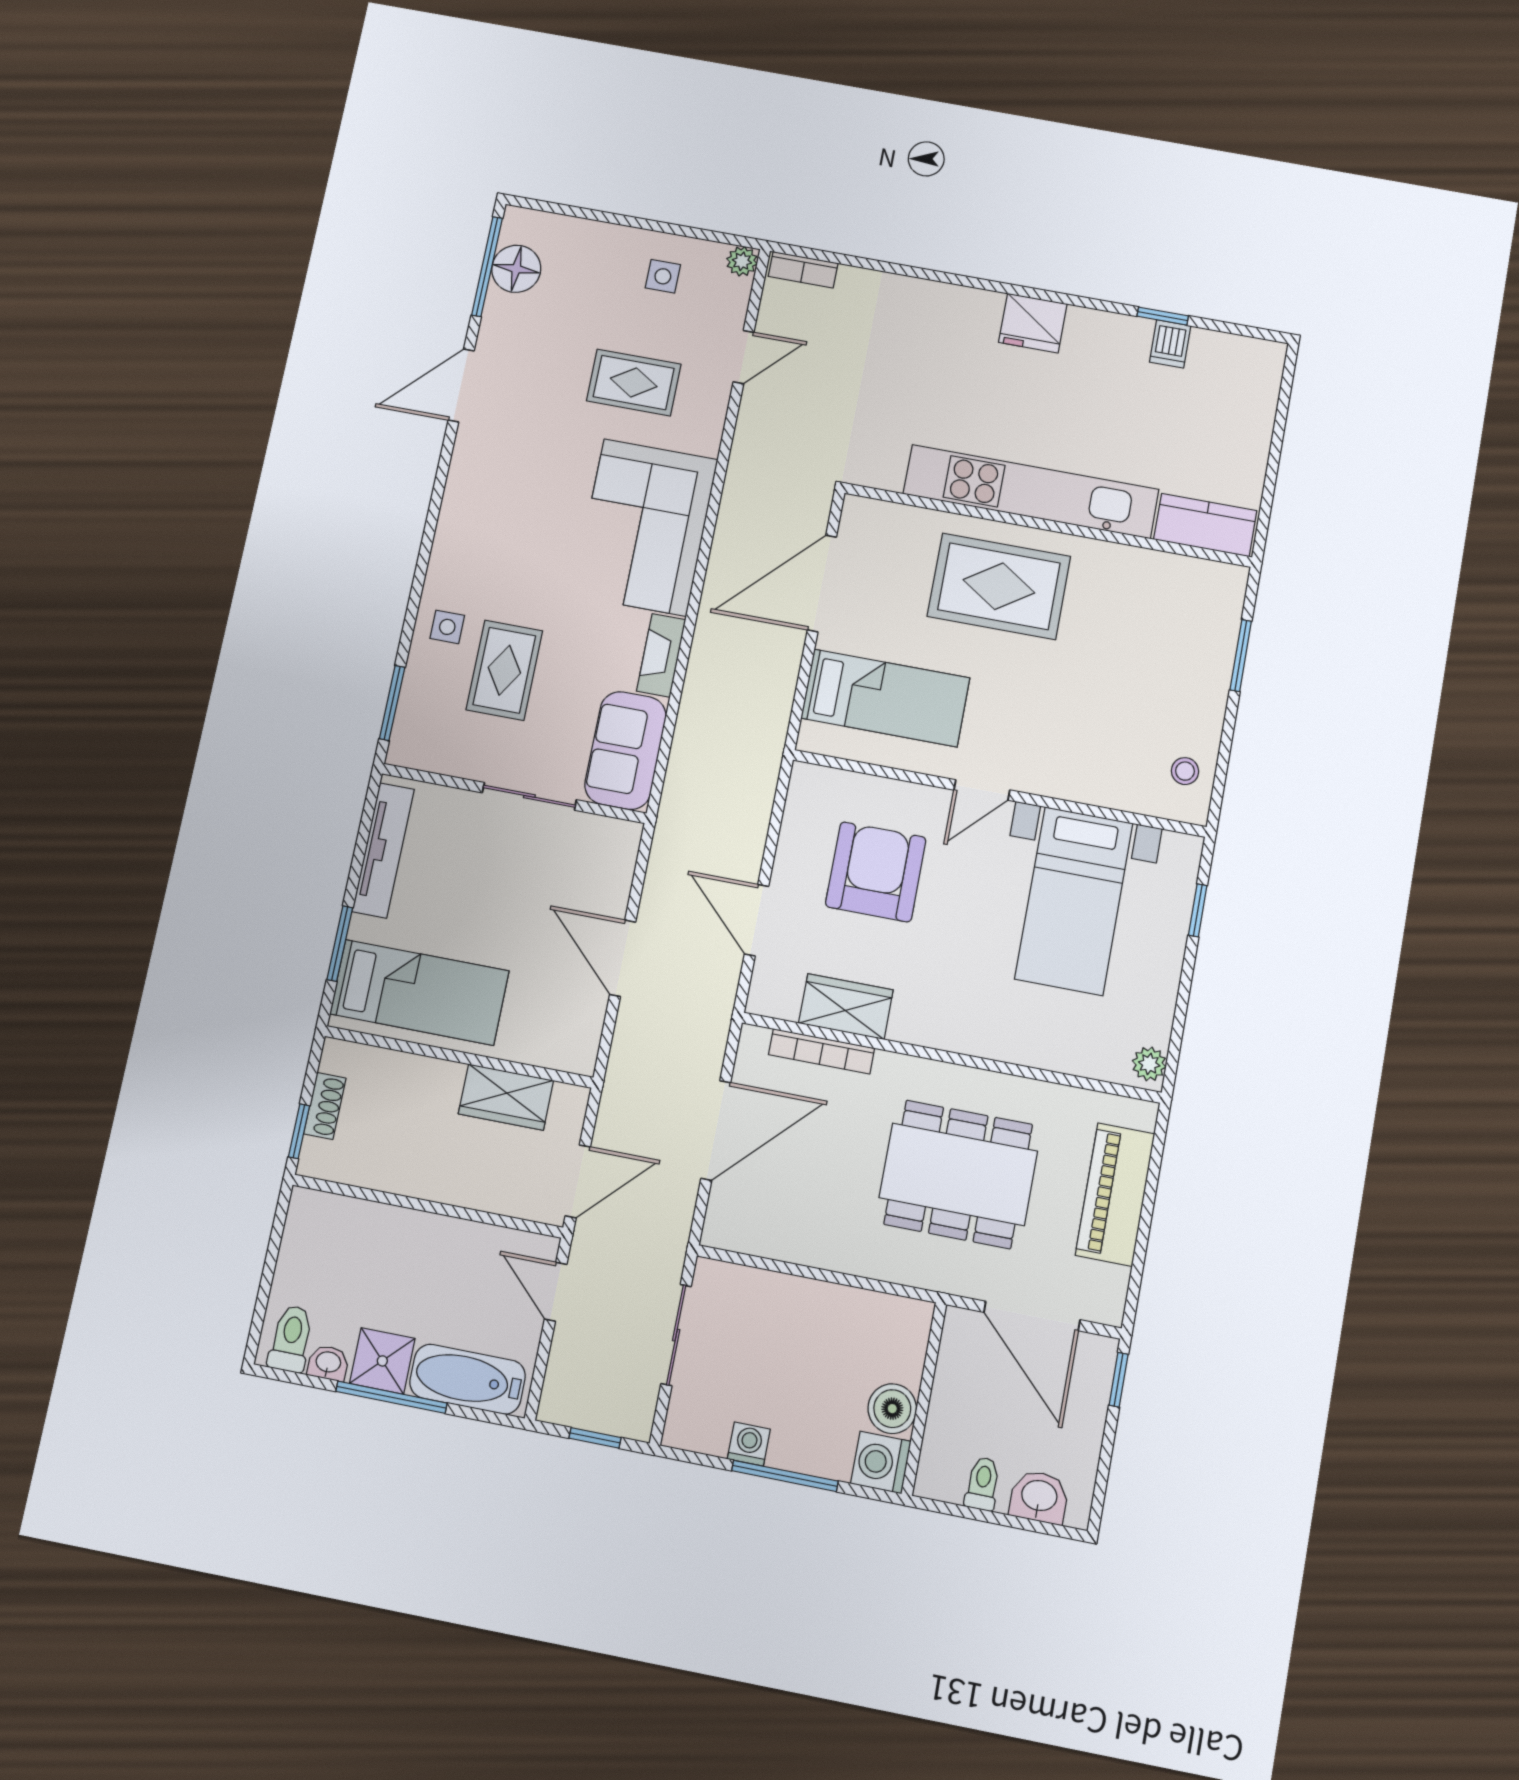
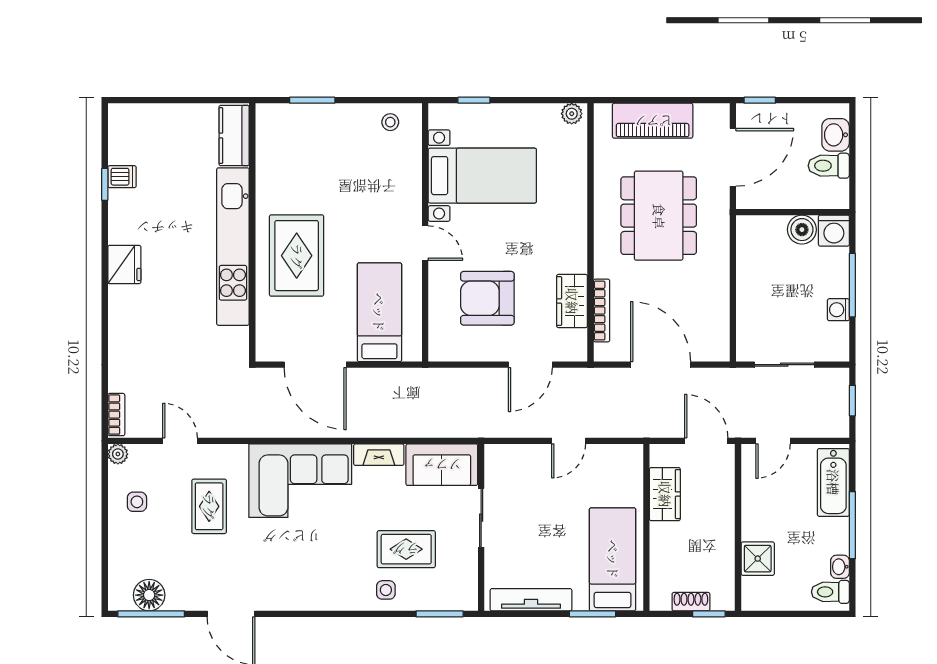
door: (623, 958) -> (569, 441), width x0.73
shower: (382, 1361) -> (758, 559), moved
toilet: (982, 1484) -> (829, 166), width x1.37, depth x1.39

